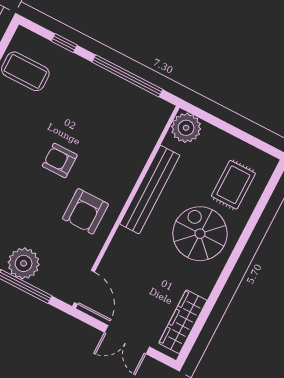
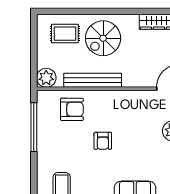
window: (64, 43) -> (34, 173), removed
armchair: (85, 211) -> (72, 109), moved

